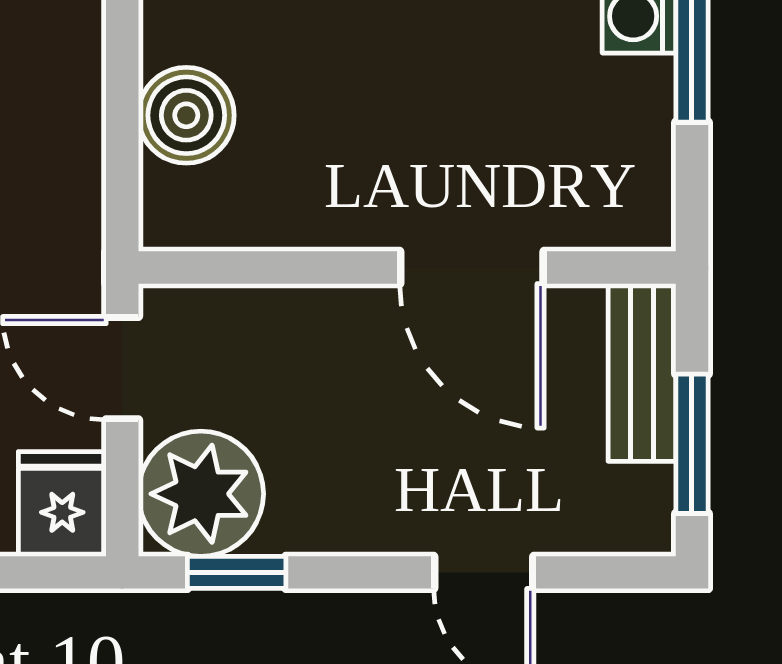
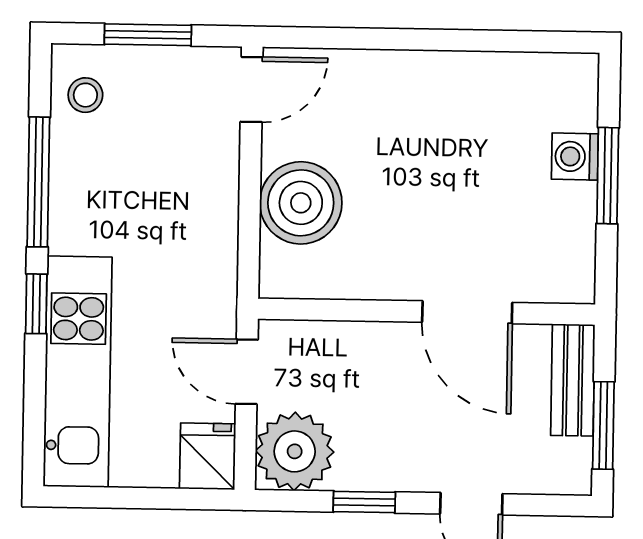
boiler: (186, 115) -> (301, 203), width x1.37, depth x1.37
window: (237, 572) -> (364, 502), moved

